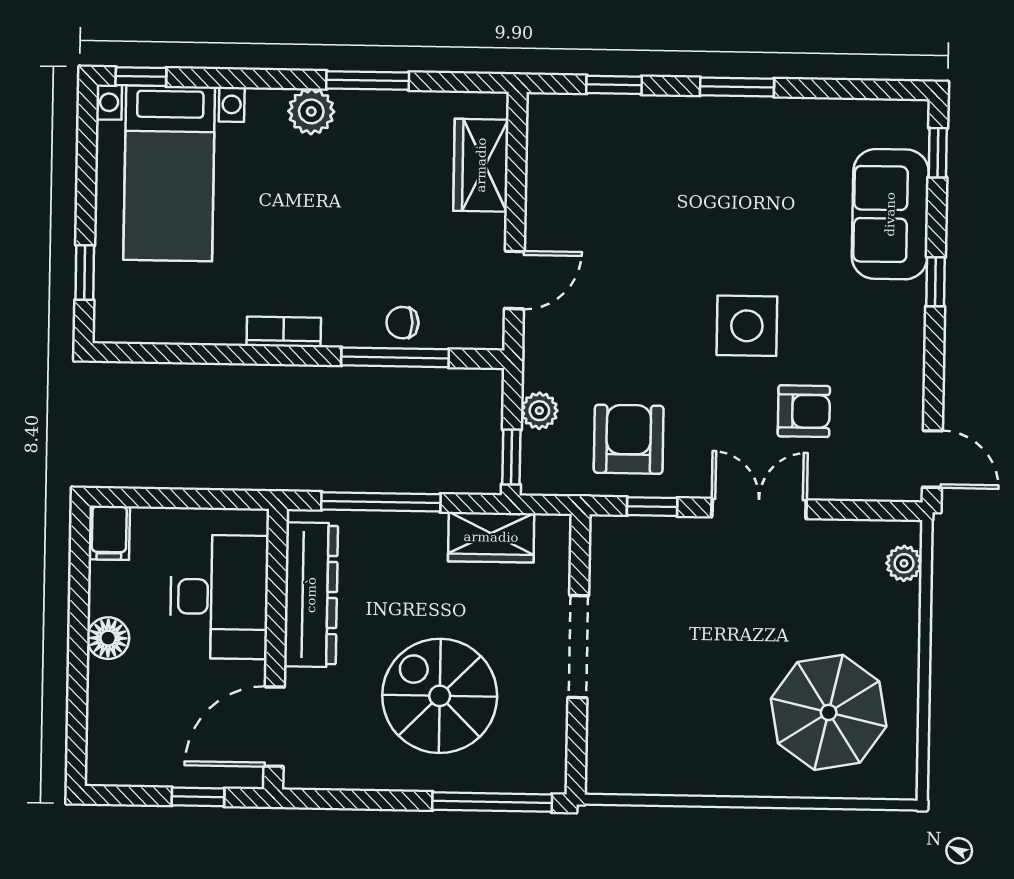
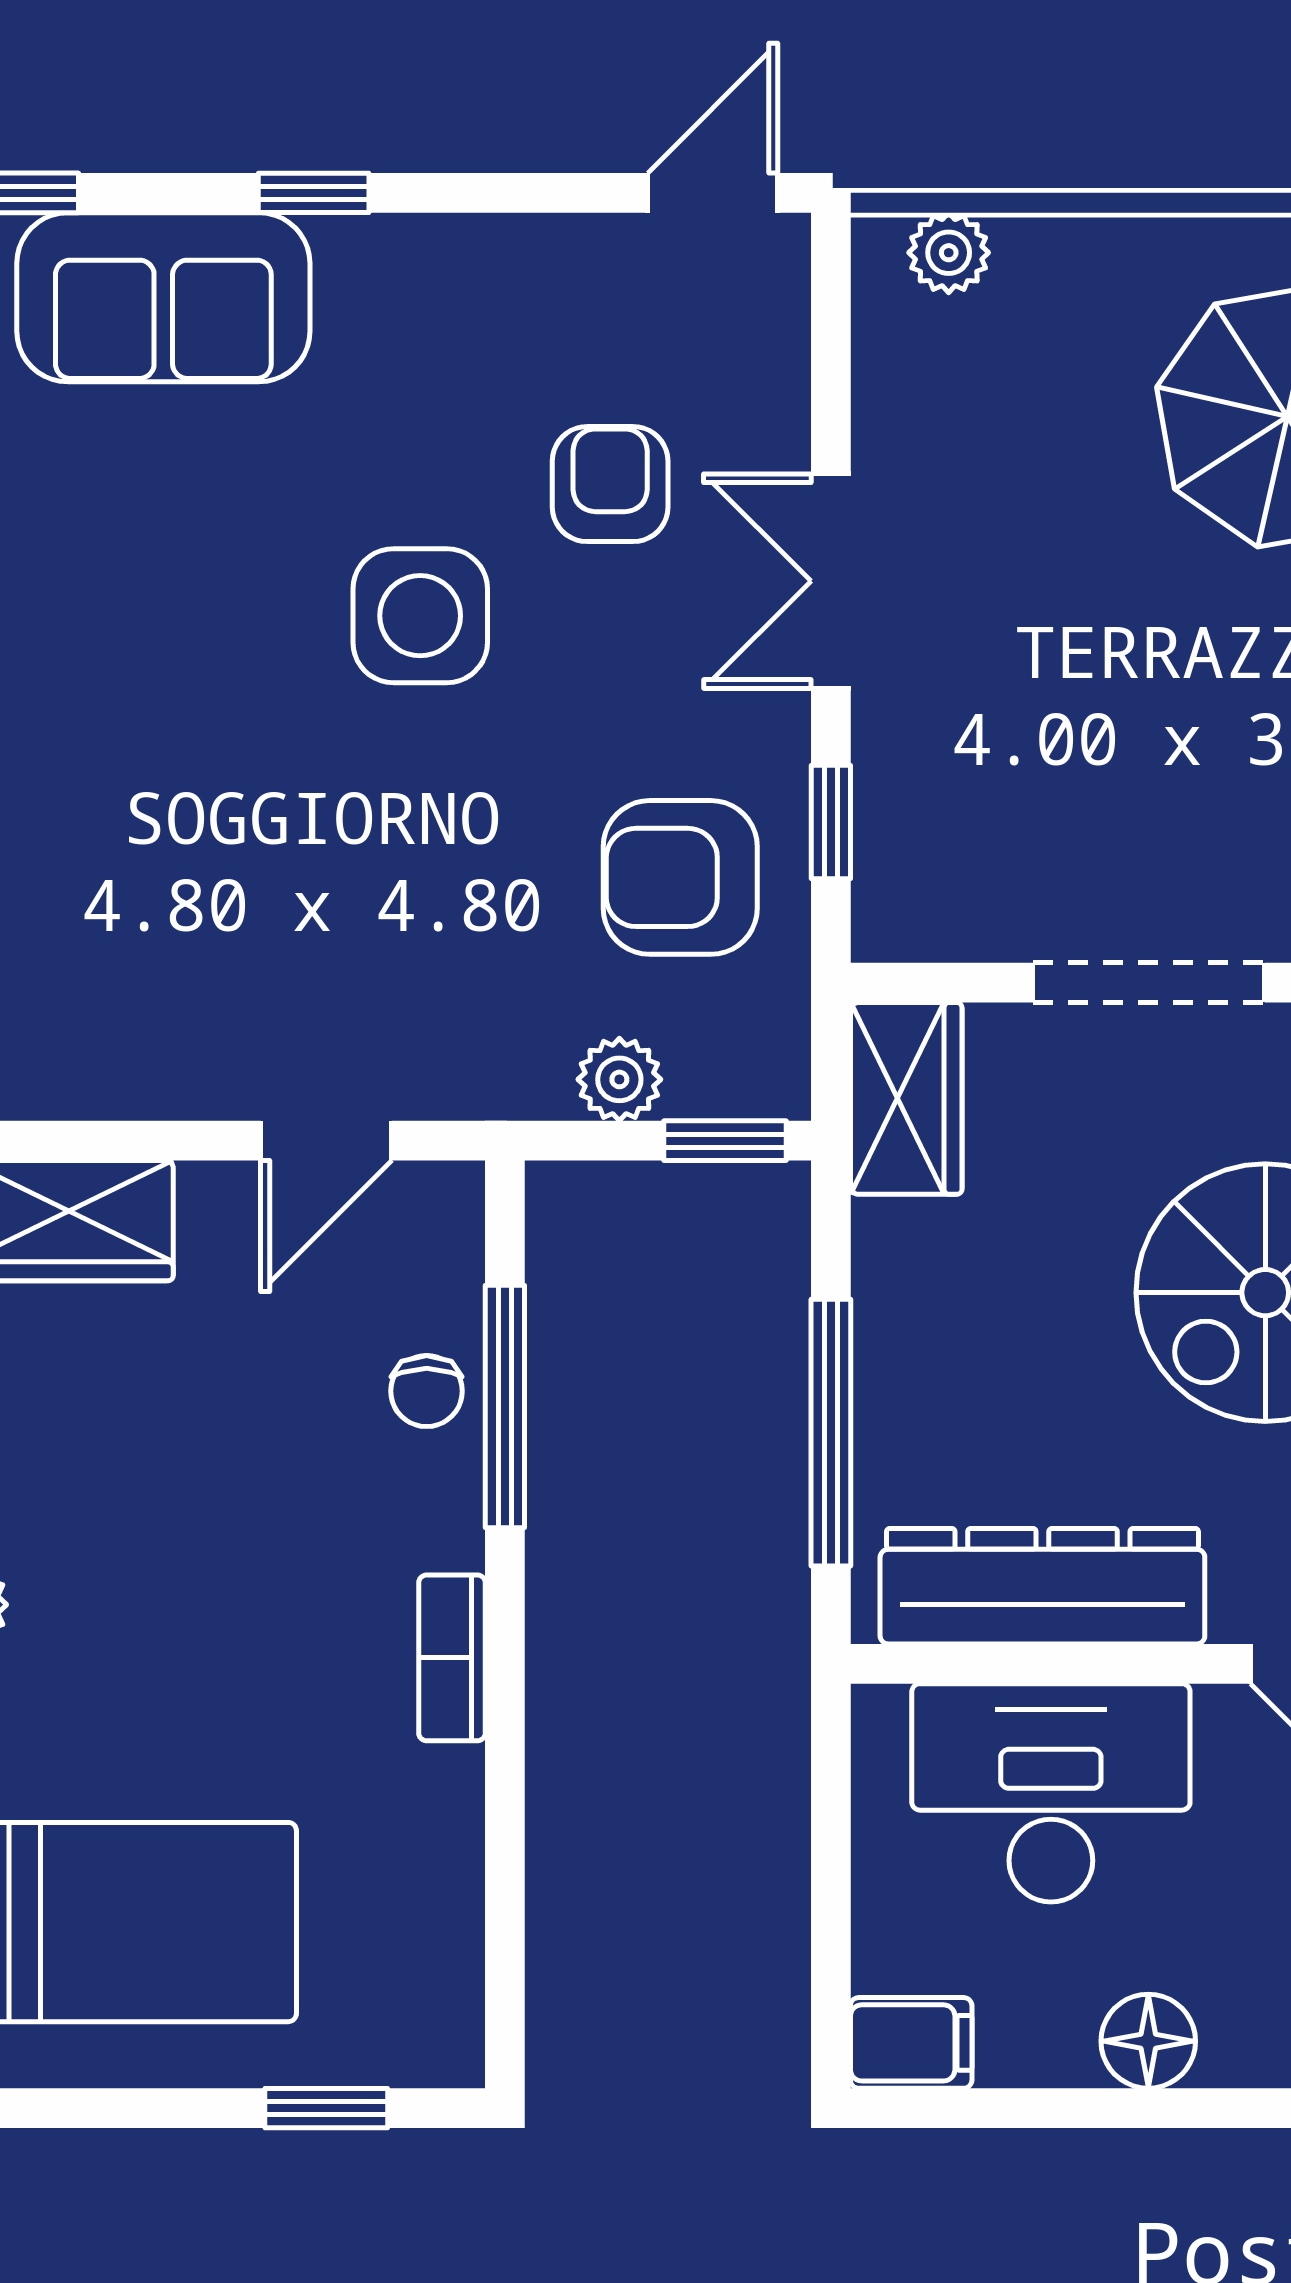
door: (514, 280) -> (326, 1141), swing flipped
wardrobe: (491, 537) -> (906, 1098), moved

